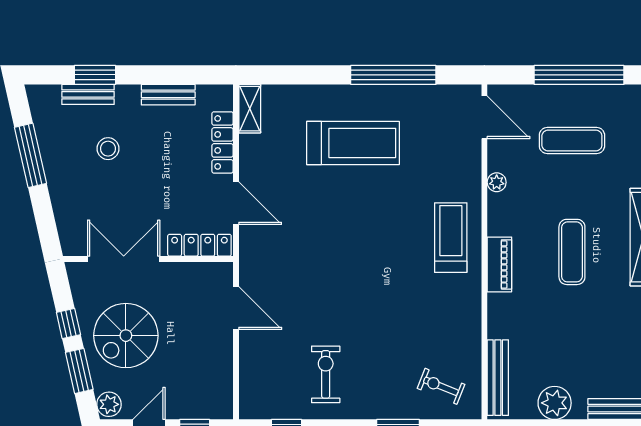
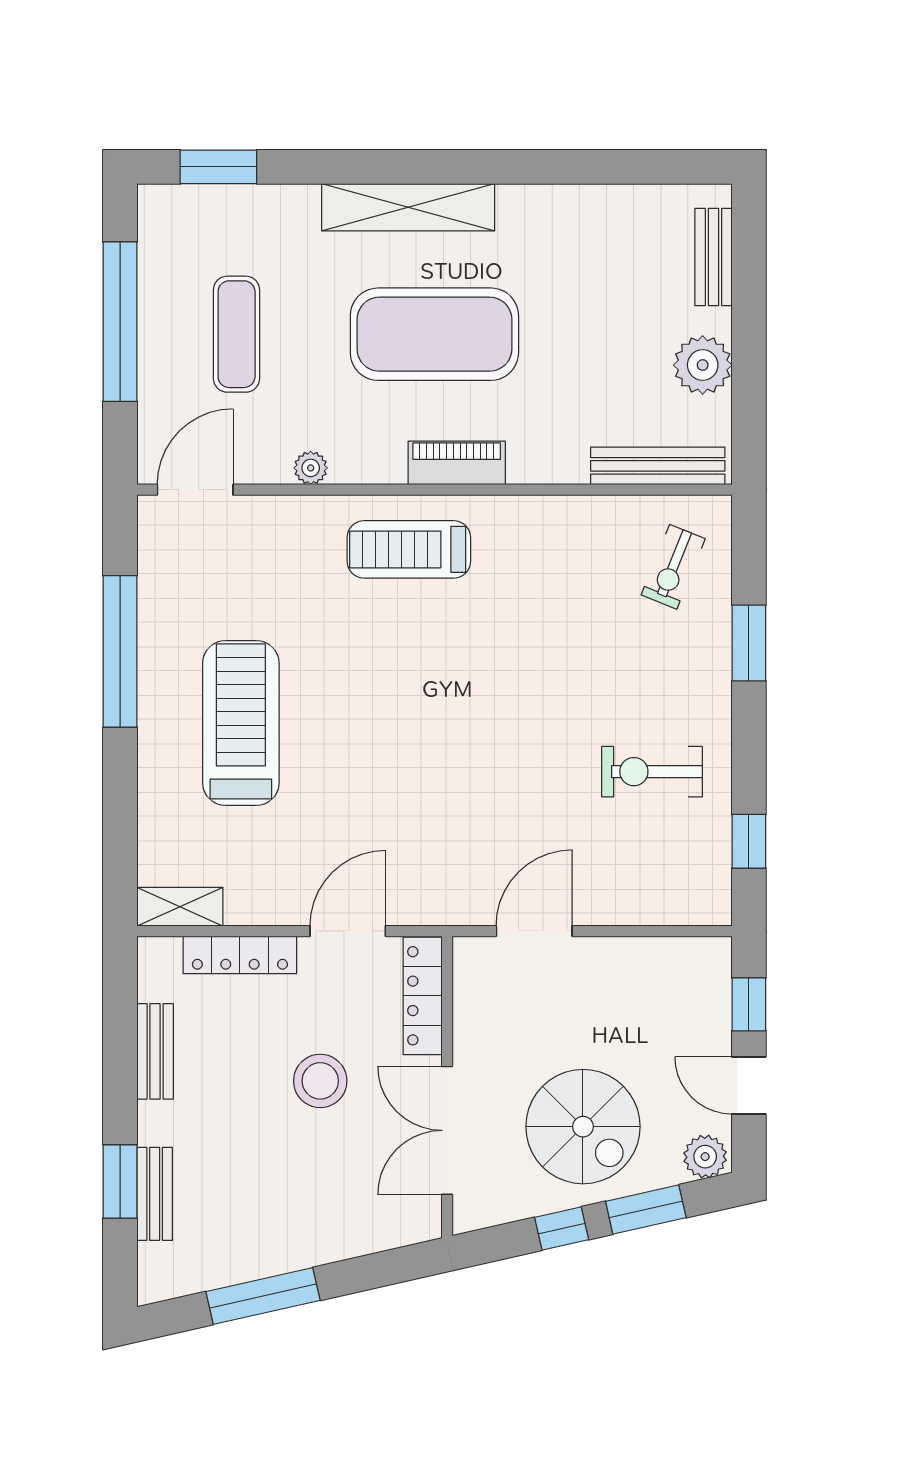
stool: (108, 149) -> (320, 1081), moved, width x1.38, depth x1.38
exercise mat: (572, 252) -> (434, 334), width x2.00, depth x1.45

